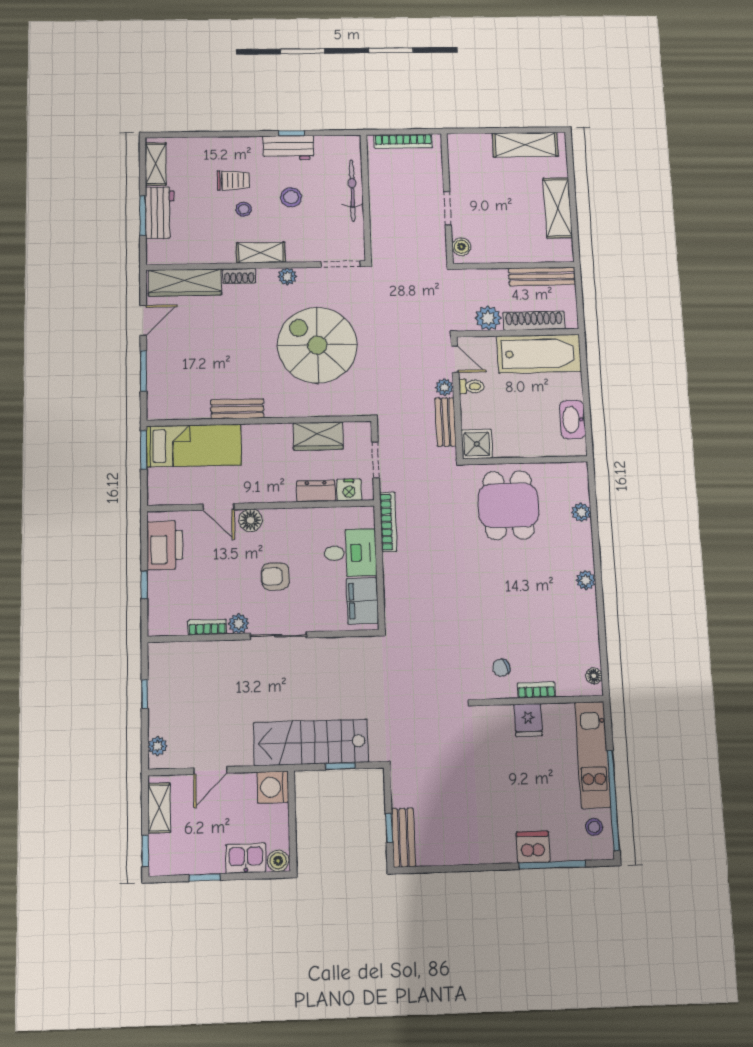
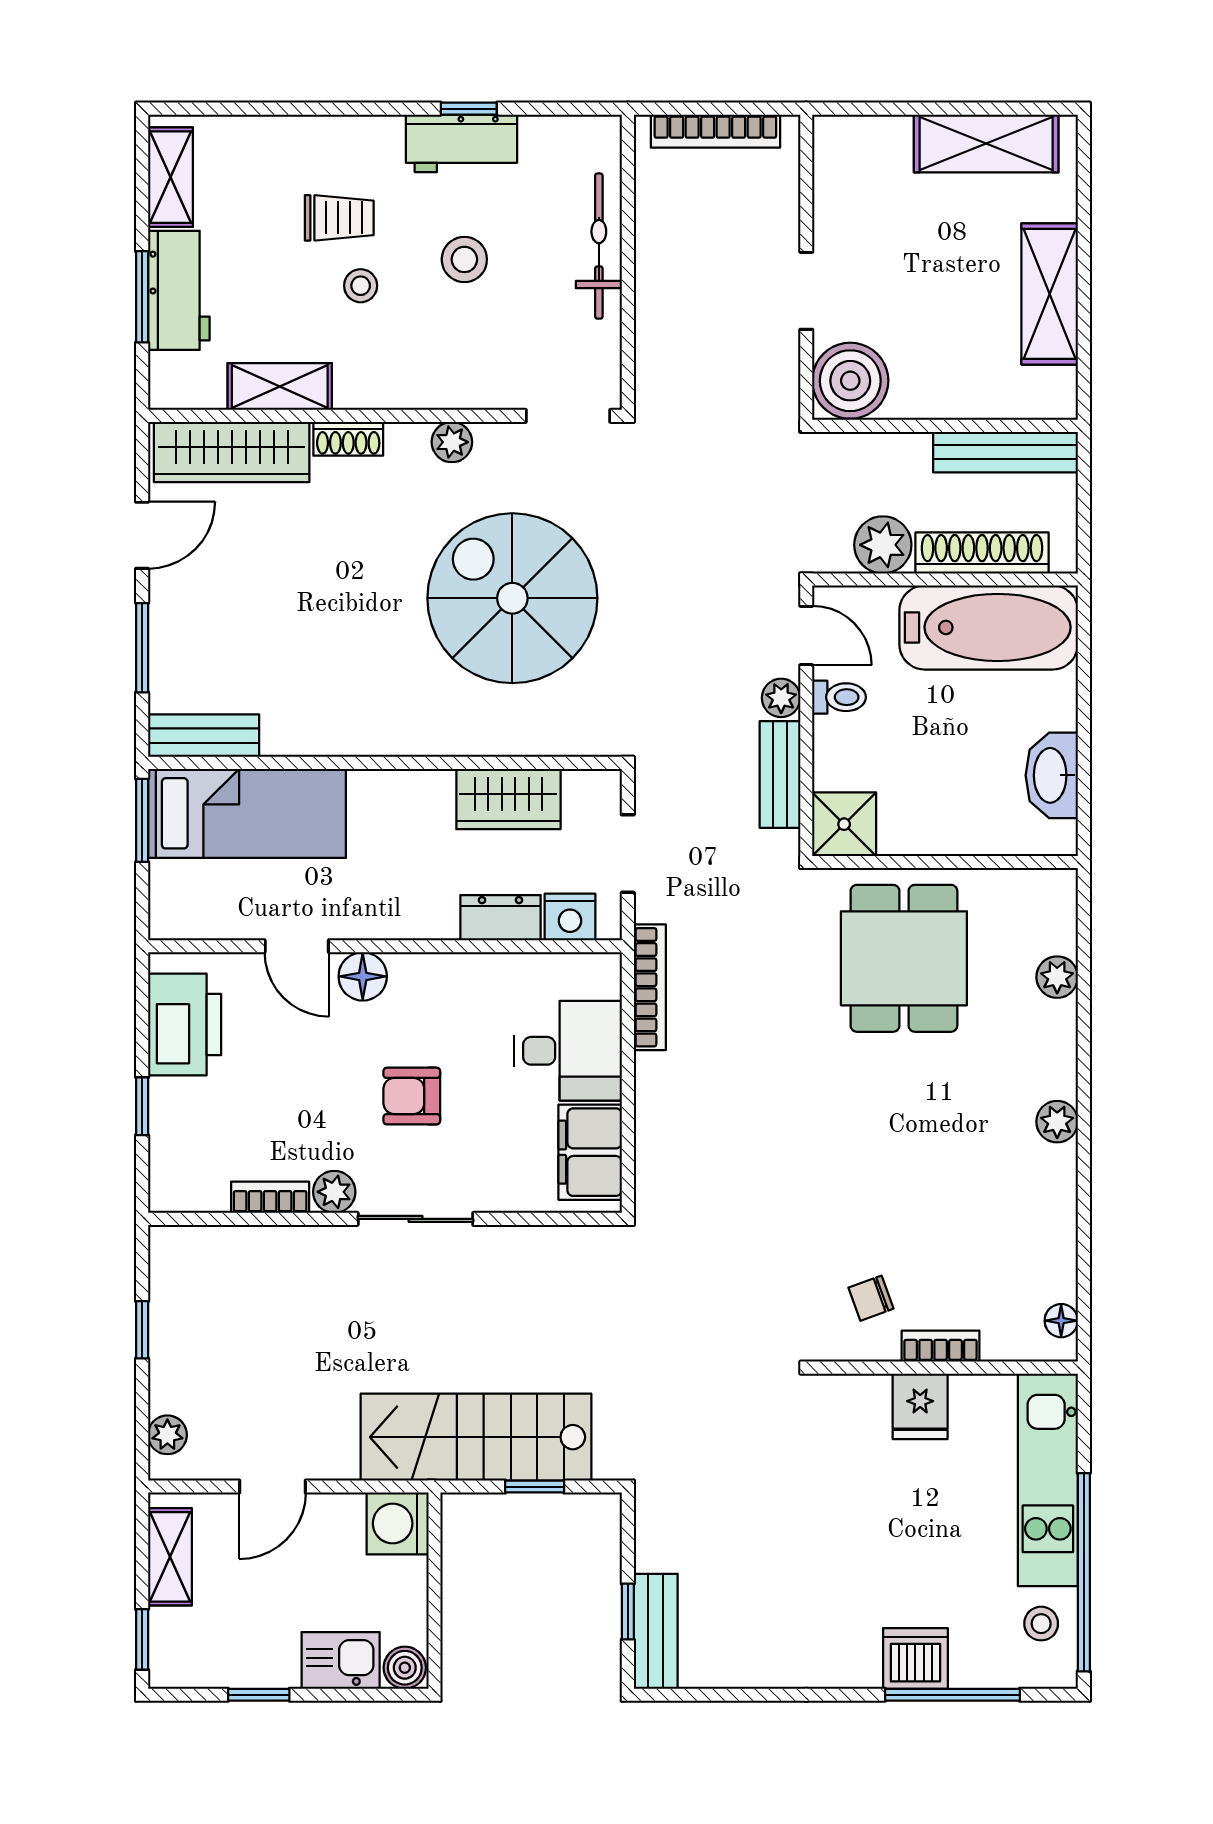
boiler: (461, 247) -> (850, 381), width x1.86, depth x1.86
shelving: (261, 253) -> (280, 387), moved
bench: (237, 409) -> (204, 736), moved

